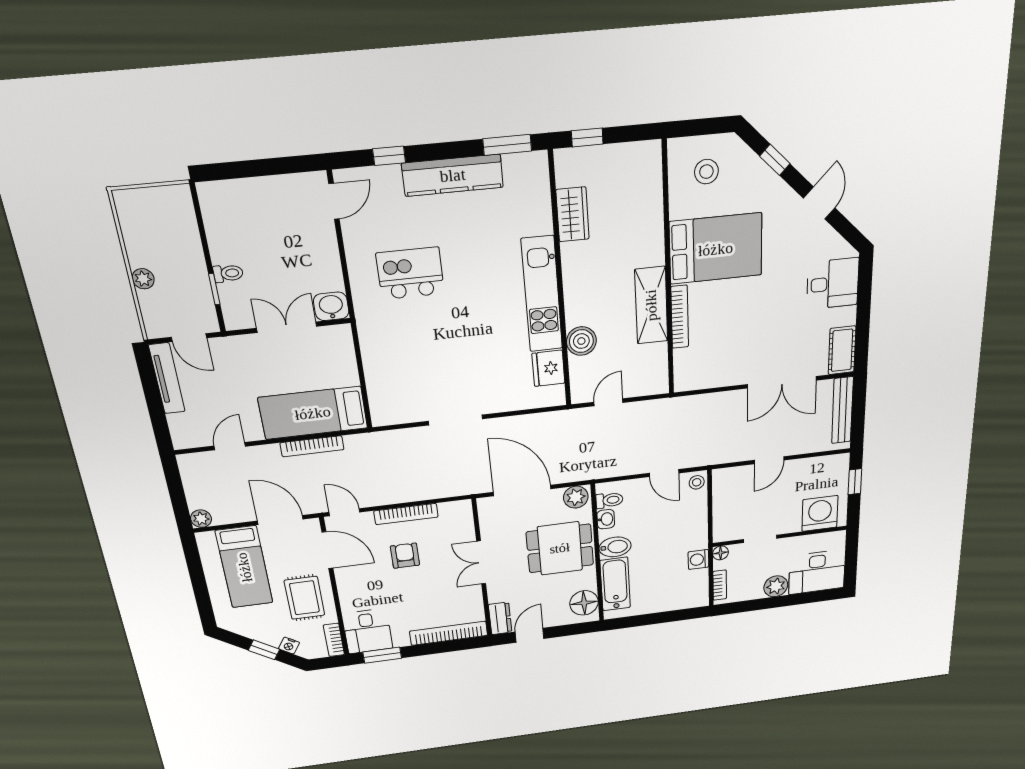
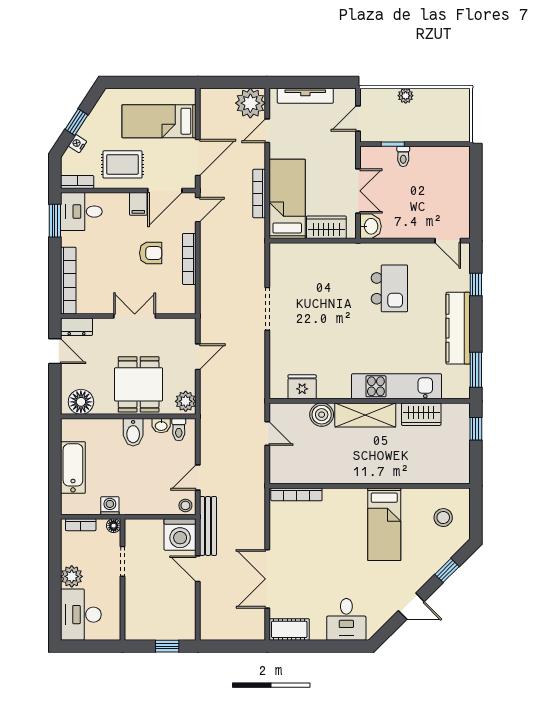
bed: (716, 249) -> (384, 524), width x0.67
kitchen unit: (542, 294) -> (397, 386), moved
shelving: (651, 305) -> (365, 415), moved
bookcase: (680, 317) -> (296, 494), moved
wardrobe: (342, 362) -> (326, 227), added
tv unit: (167, 378) -> (305, 96), moved
bench: (842, 410) -> (208, 526), moved, turned 90
door: (230, 446) -> (267, 131), swing flipped
door: (522, 490) -> (198, 357), width x0.53
washing machine: (820, 513) -> (180, 534), moved, turned 90
plant: (201, 519) -> (250, 103), moved, width x1.87, depth x1.87
filing cabinet: (348, 576) -> (138, 204), added
bathtub: (615, 584) -> (73, 468), moved, turned -90

